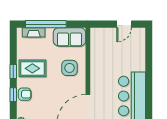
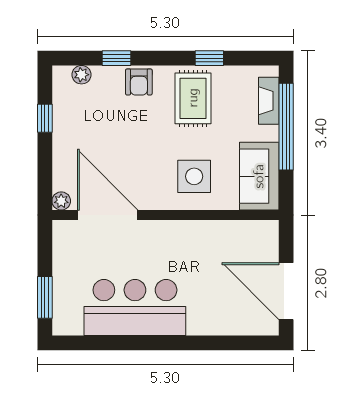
door: (124, 24) -> (286, 291), width x1.87
window: (13, 72) -> (209, 58), moved
window: (13, 95) -> (117, 58), moved

